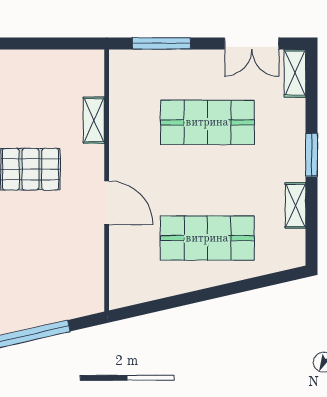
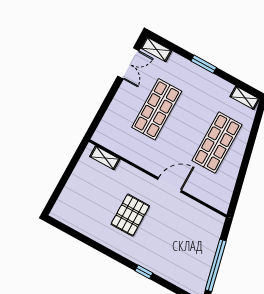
window: (161, 43) -> (102, 110), removed
shelving: (94, 120) -> (105, 158), moved
shelving: (296, 205) -> (245, 98), moved

